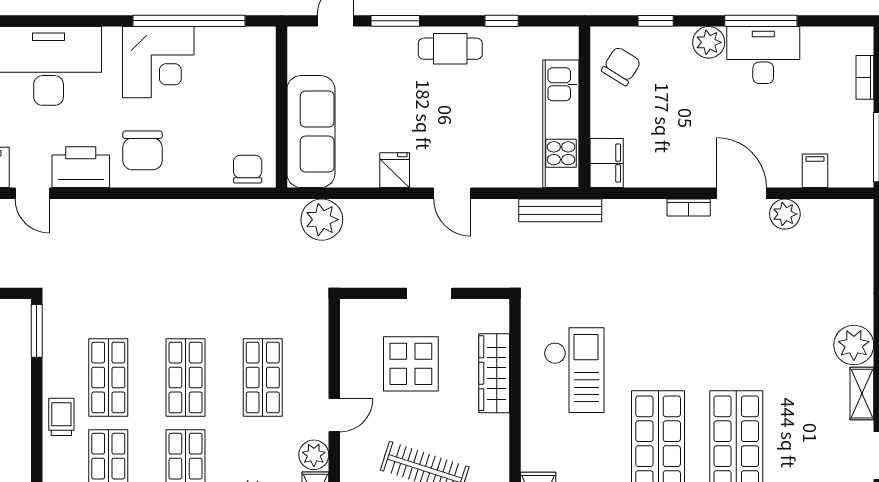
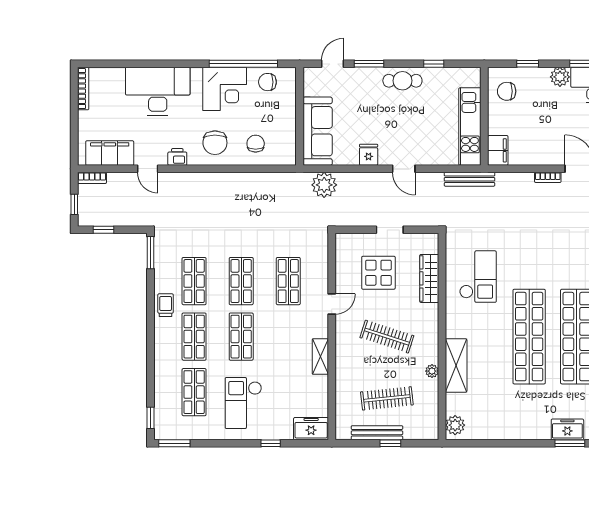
chair: (229, 51) -> (267, 82), added
chair: (621, 66) -> (507, 91), turned -122
printer: (81, 167) -> (177, 157), width x0.53, depth x0.68
chair: (248, 169) -> (256, 144), moved
plant: (314, 455) -> (319, 328), removed

